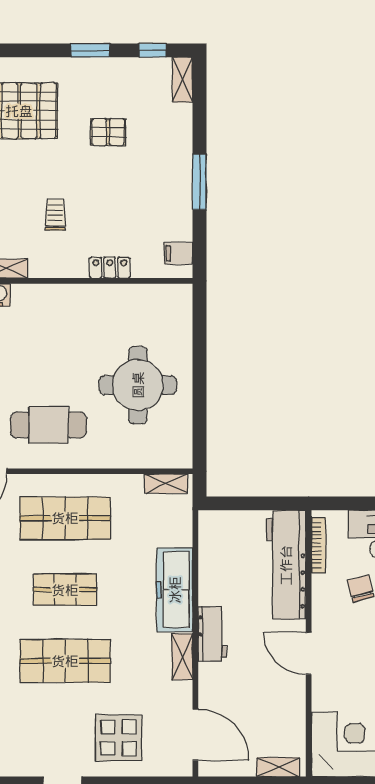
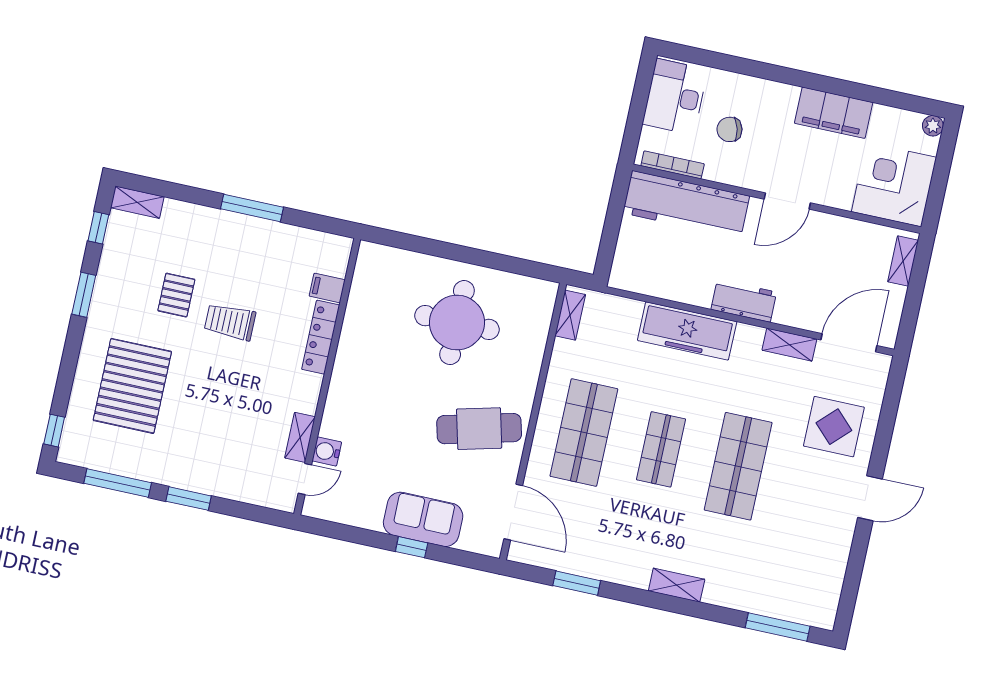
trolley: (55, 215) -> (230, 322), moved, width x1.36, depth x1.39
filing cabinet: (178, 253) -> (327, 288), moved, turned 90
locker: (110, 268) -> (321, 337), width x1.53
cafe table: (48, 425) -> (479, 429), turned 76
shelving: (182, 657) -> (789, 345), moved

